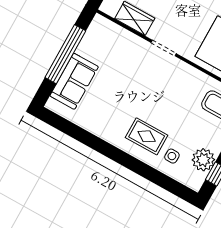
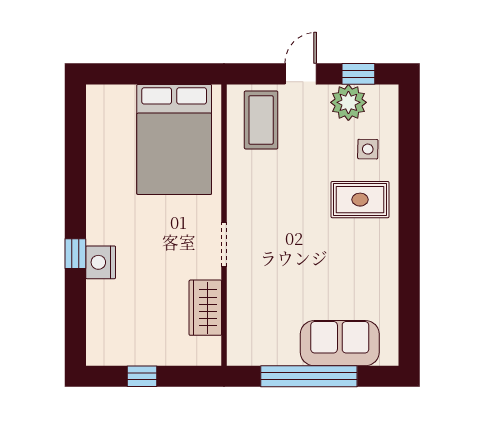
rug: (147, 136) -> (360, 200), turned 90

